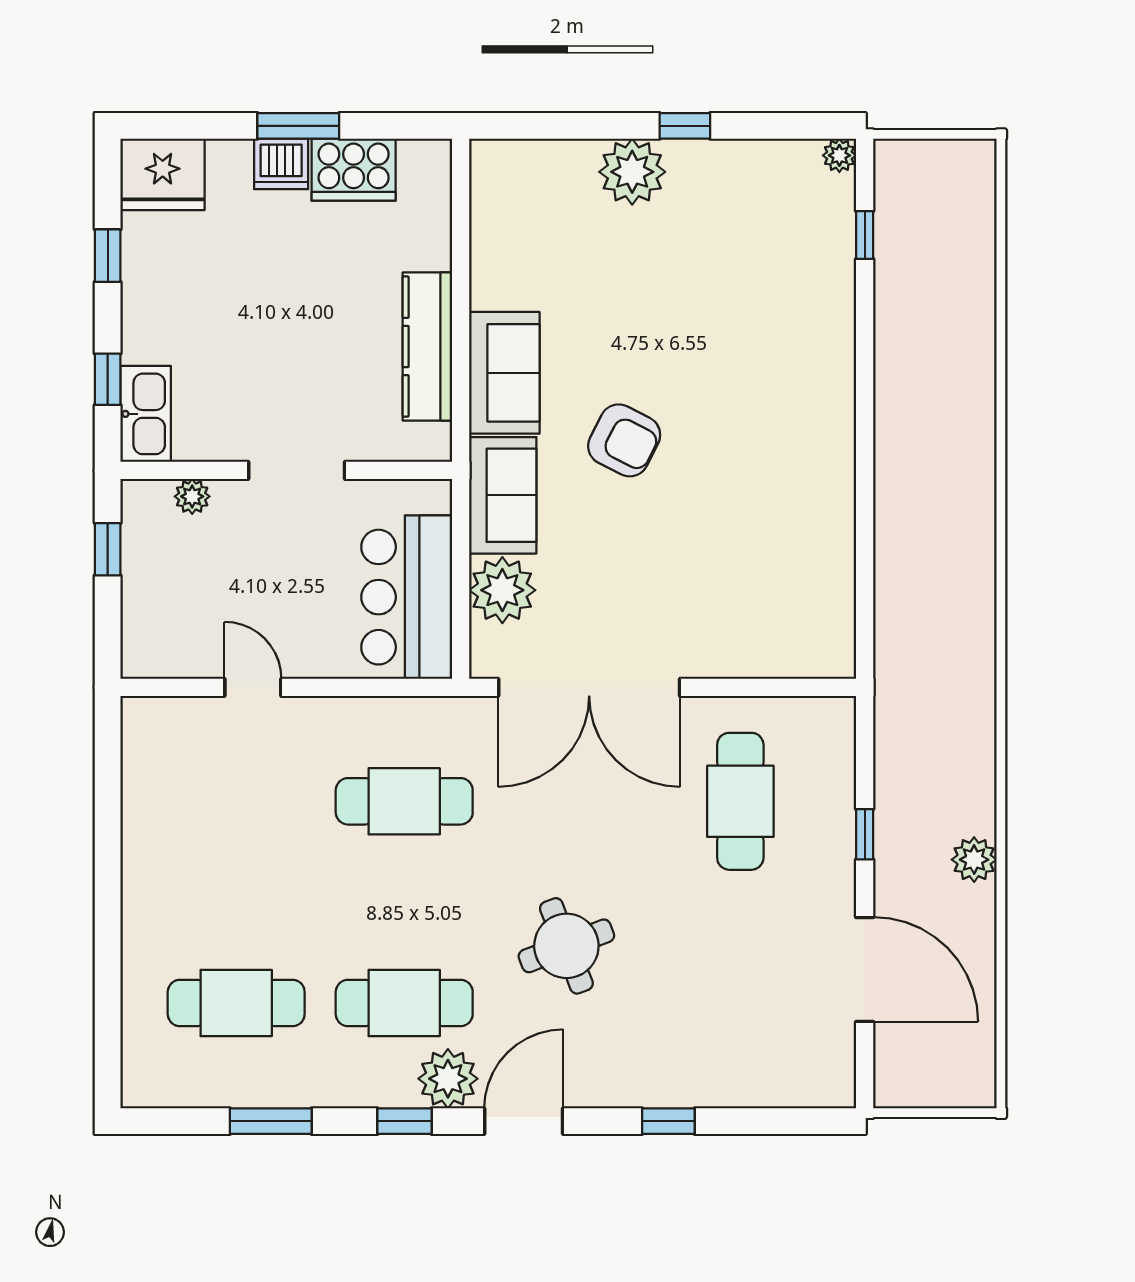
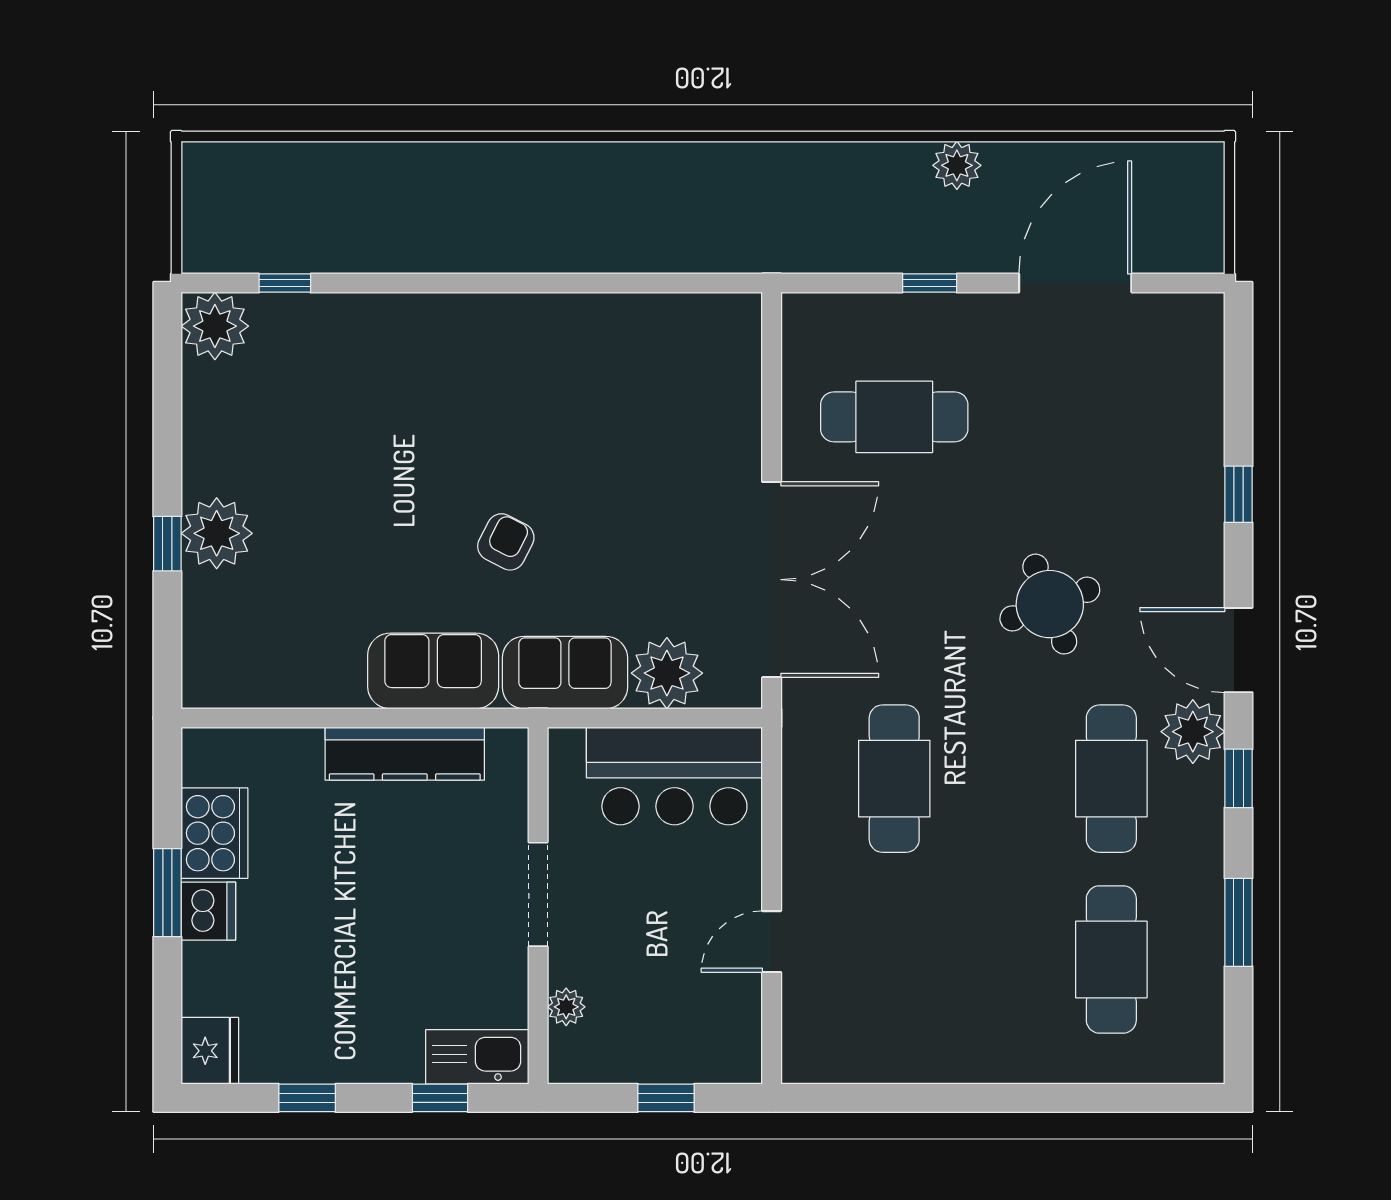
window: (685, 126) -> (167, 544), moved
plant: (839, 155) -> (215, 326), width x1.88, depth x1.88
fridge: (163, 174) -> (210, 1051), width x0.73, depth x0.75
armchair: (624, 440) -> (506, 542), width x0.72, depth x0.72
window: (108, 549) -> (666, 1098), moved

